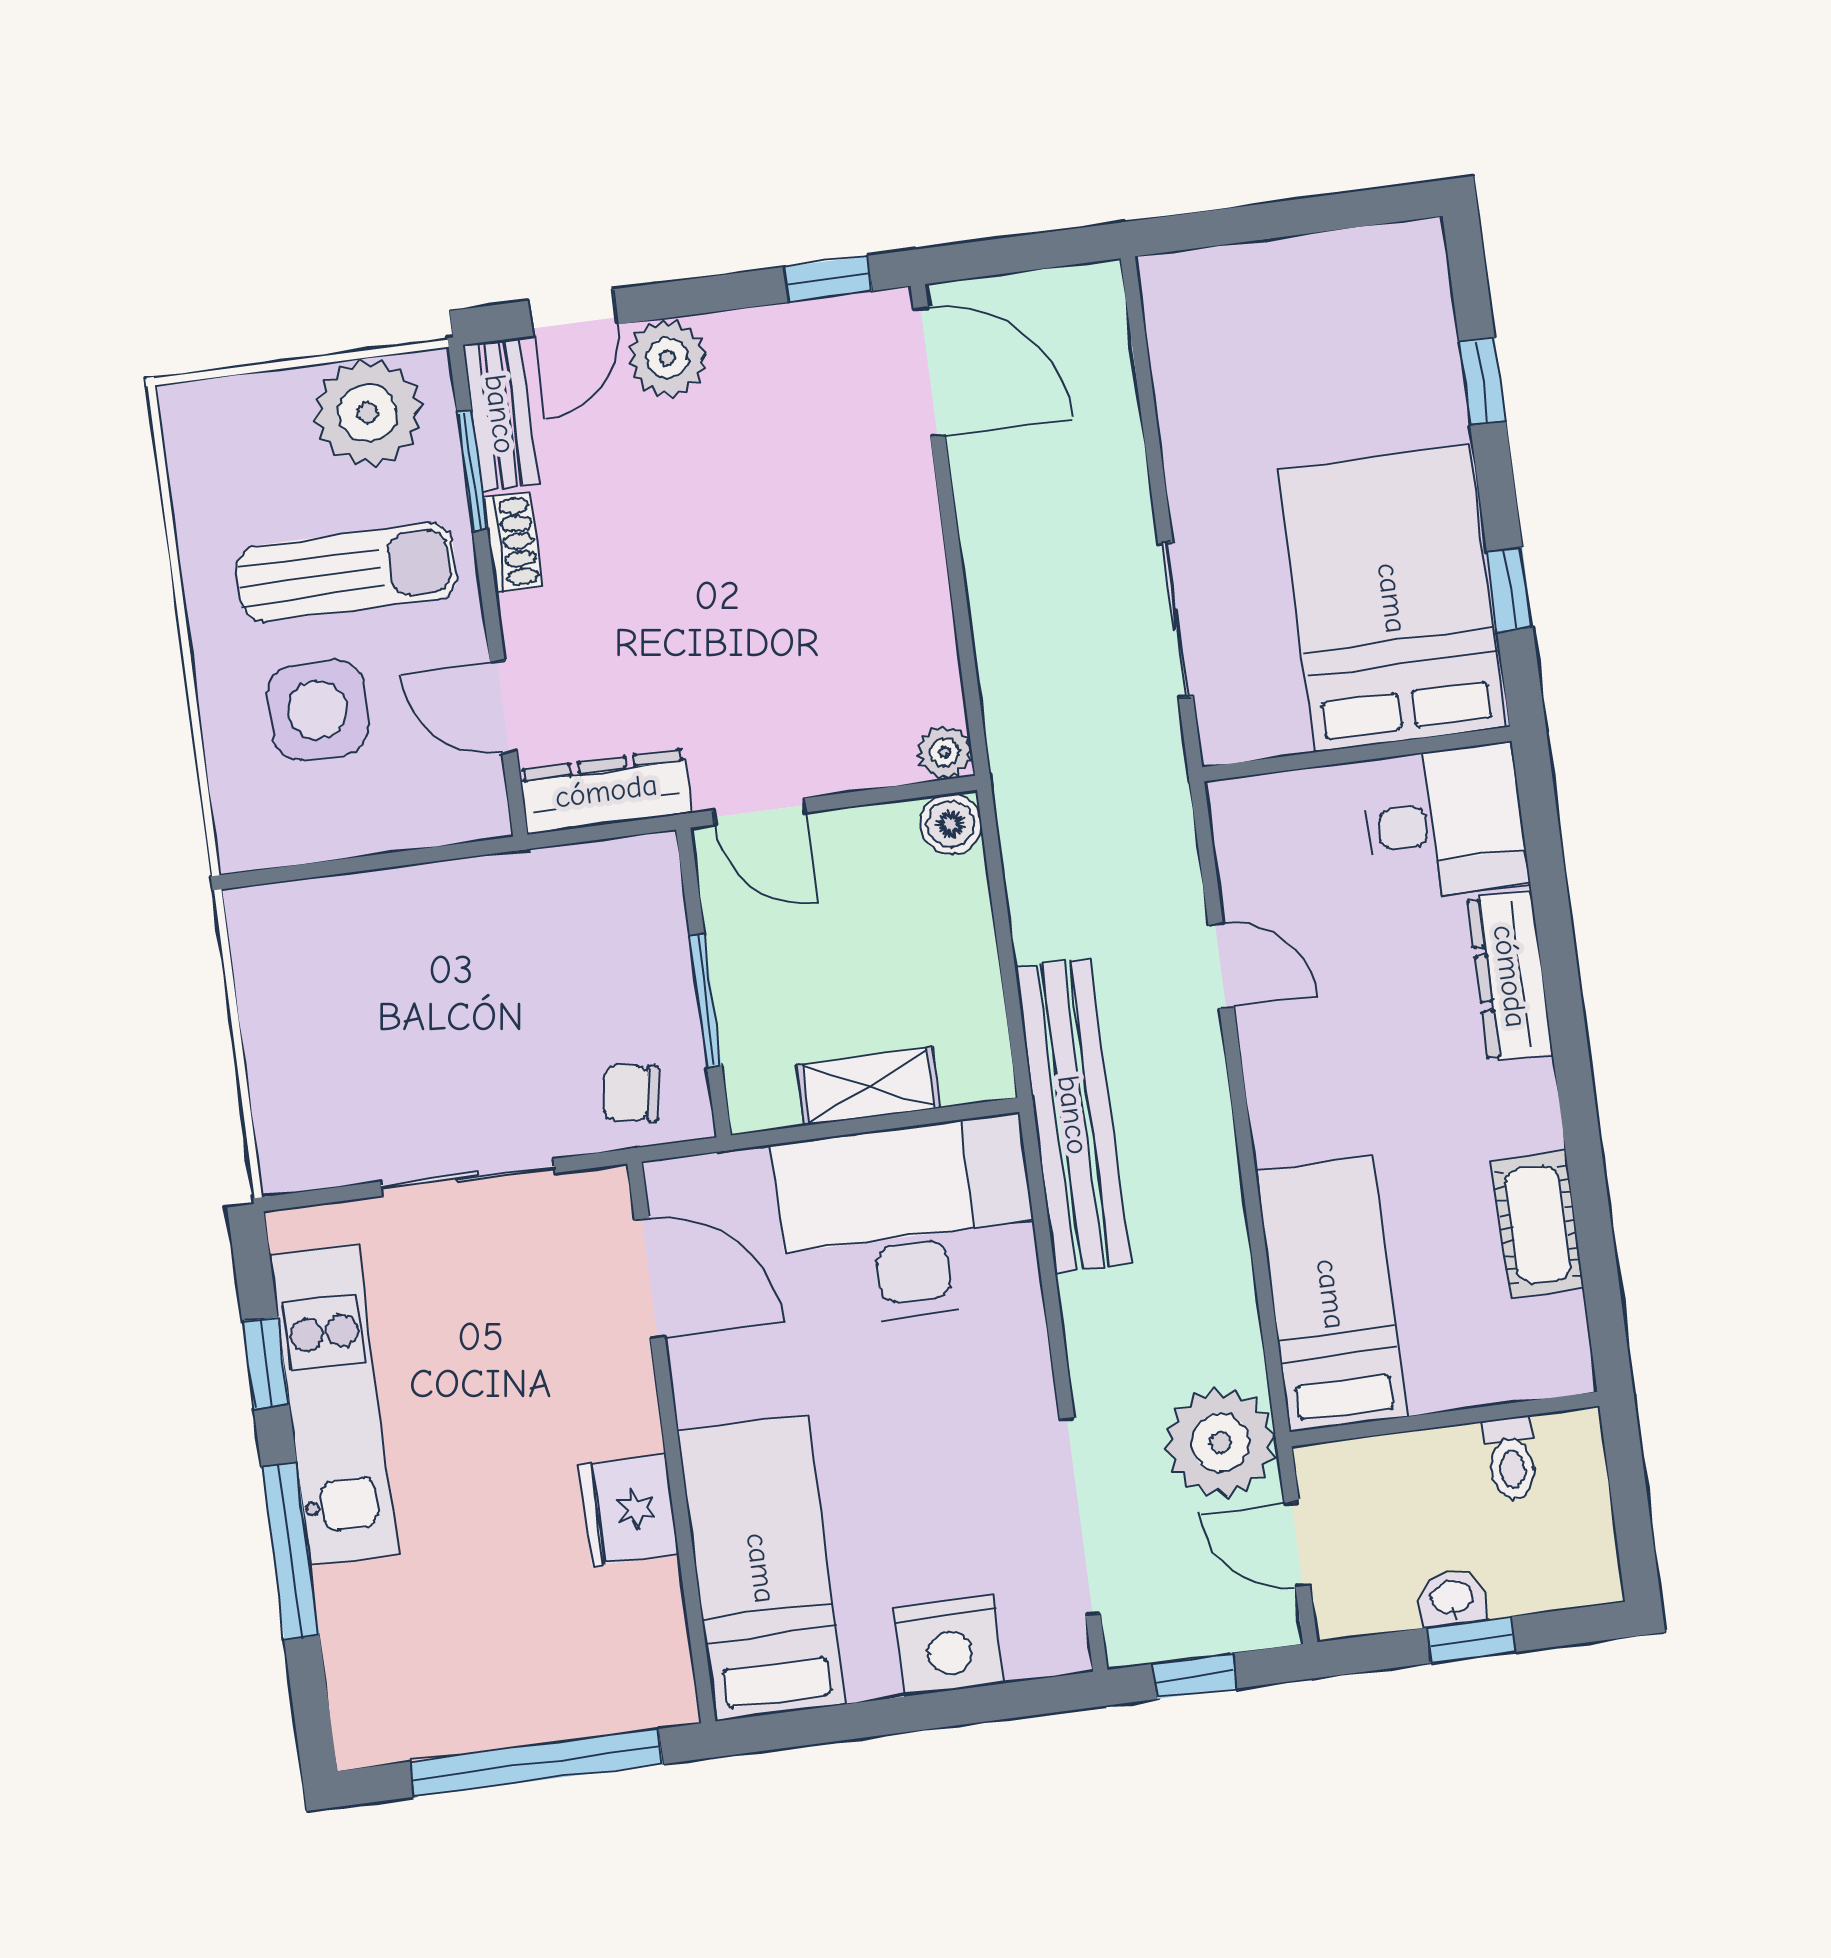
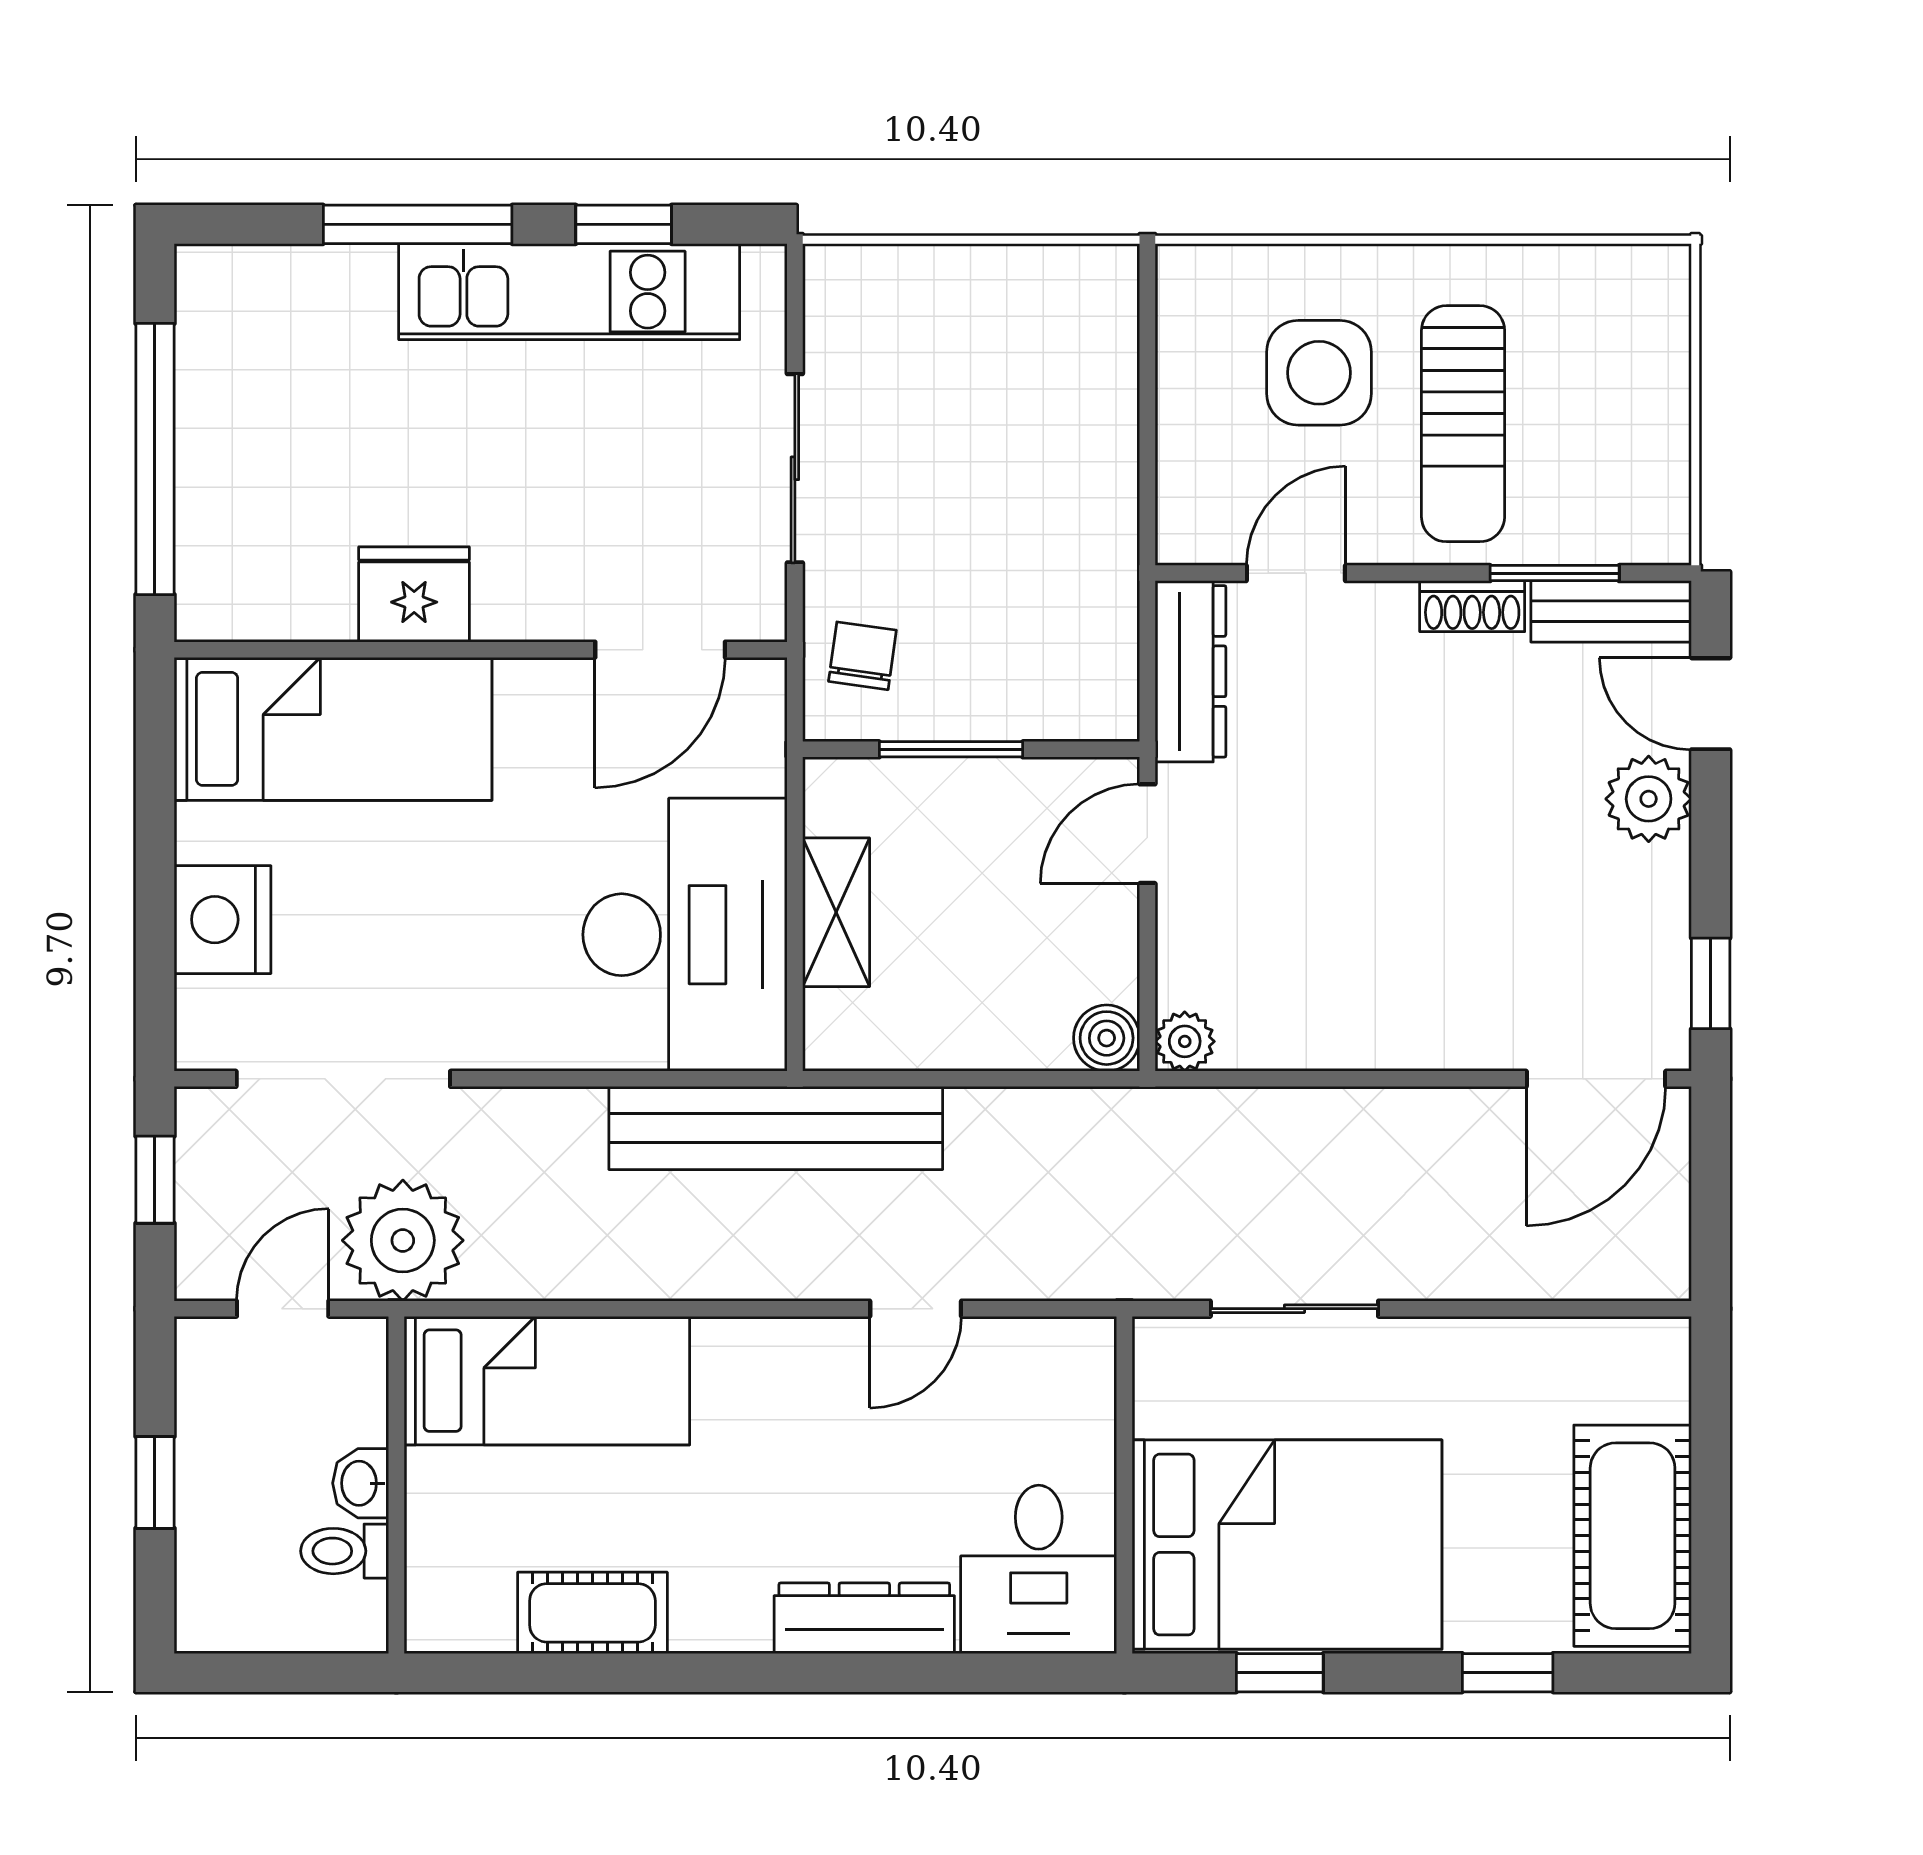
cot: (1342, 284) -> (1633, 1536), added
plant: (368, 413) -> (1632, 469), removed
washbasin: (1452, 1598) -> (361, 1483), moved, turned 180

